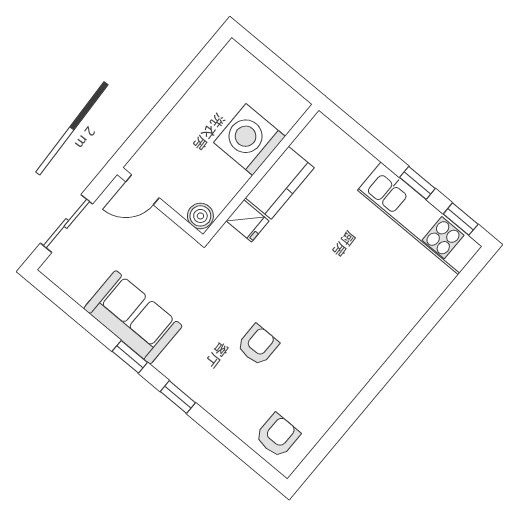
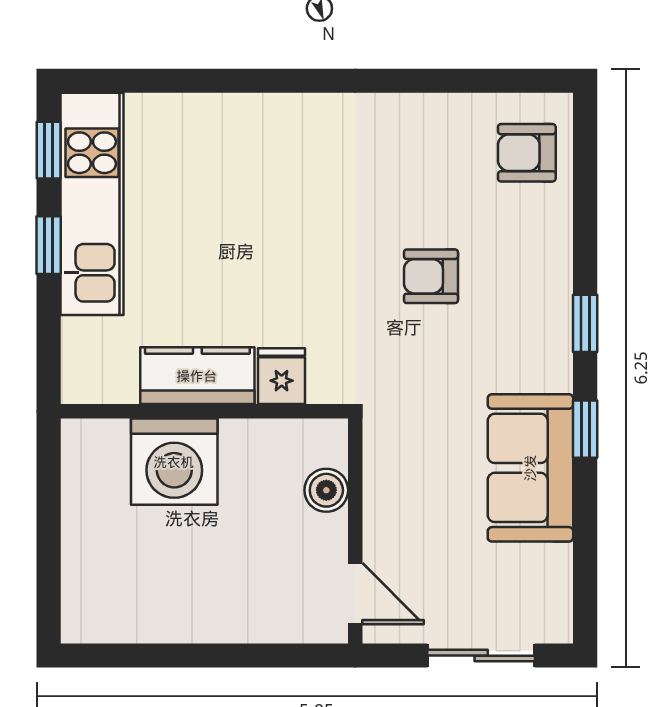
washing machine: (249, 139) -> (174, 462), moved
wall: (261, 172) -> (204, 411), moved
kitchen counter: (280, 183) -> (197, 376), moved
fridge: (248, 221) -> (282, 376), moved

